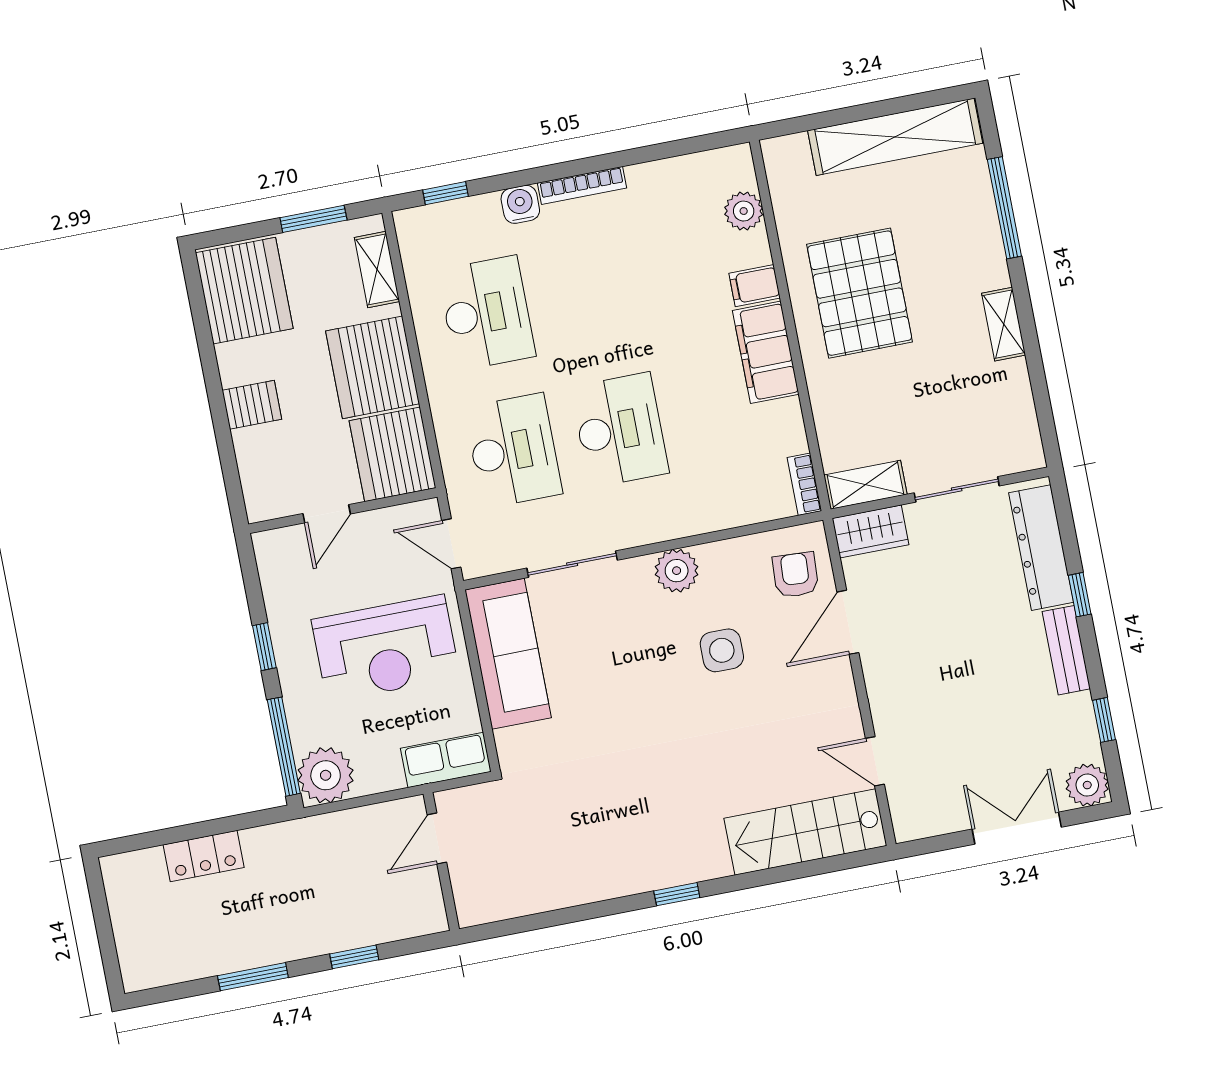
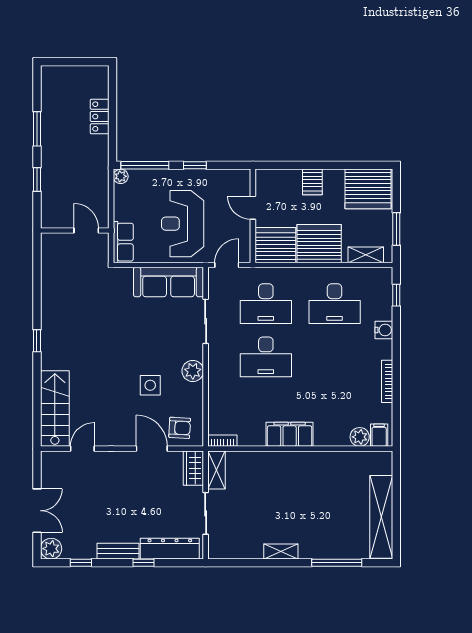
bookcase: (582, 185) -> (387, 381), moved
filing cabinet: (755, 286) -> (379, 435), moved
pallet: (860, 293) -> (309, 485), removed
plant: (326, 775) -> (121, 176), width x0.53, depth x0.53

